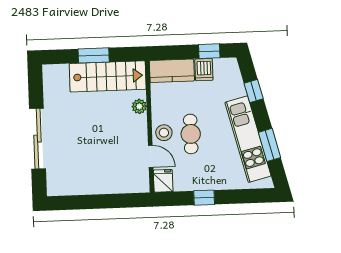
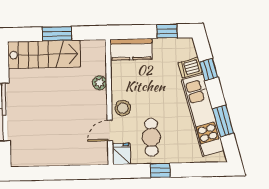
dishwasher: (204, 70) -> (190, 68), moved, turned 76
stairs: (108, 76) -> (44, 54), moved
cafe table: (191, 134) -> (151, 137), moved
door: (151, 156) -> (110, 130), swing flipped

